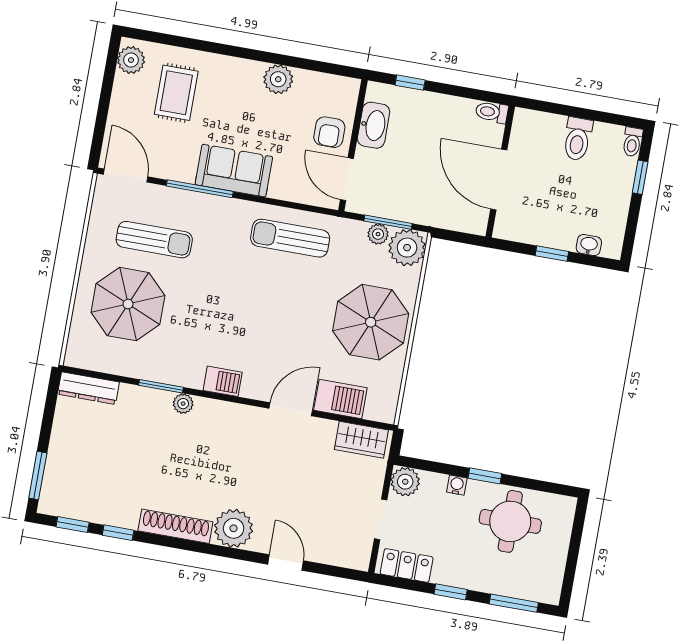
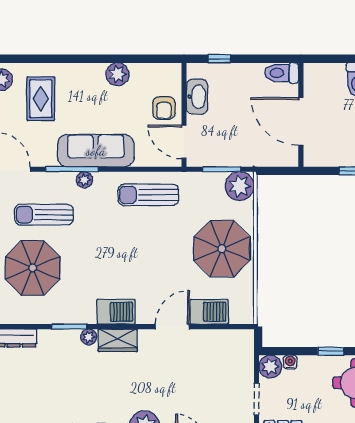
toilet: (492, 112) -> (282, 73), width x1.37, depth x1.39
sofa: (234, 171) -> (96, 151), width x1.36
plant: (378, 234) -> (84, 180), moved
sun lounger: (154, 240) -> (44, 215), turned 180
barbecue: (223, 381) -> (116, 312), width x1.38, depth x1.27
wardrobe: (361, 440) -> (118, 340), moved
water cooler: (457, 485) -> (290, 362), moved

